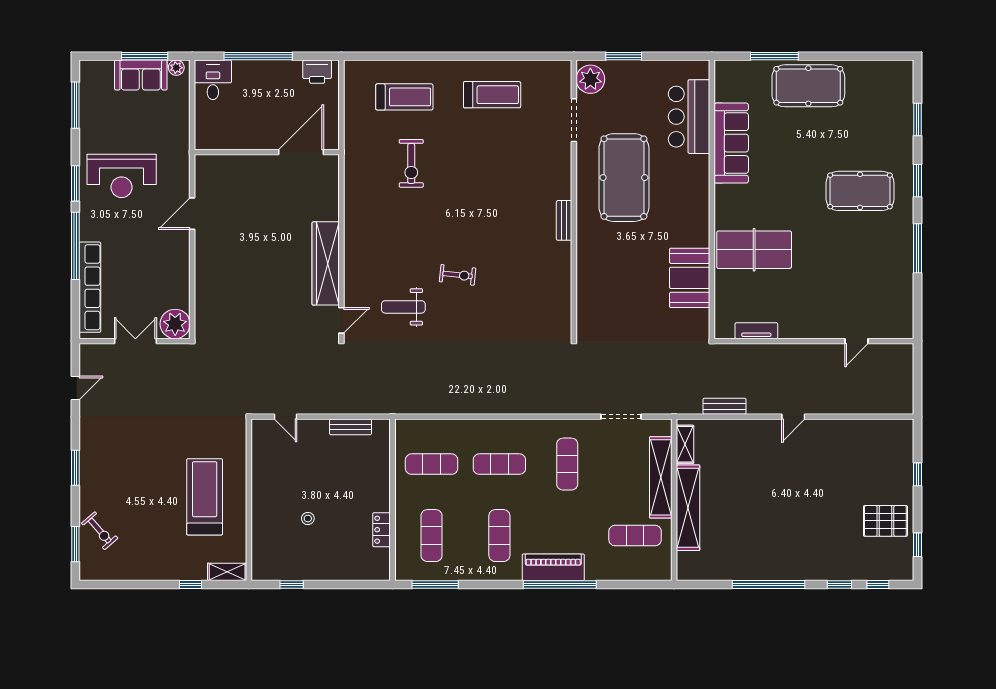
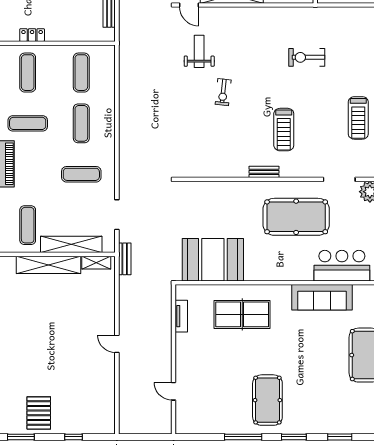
treadmill: (404, 97) -> (284, 130), moved
pool table: (860, 191) -> (267, 400), moved
table tennis table: (754, 250) -> (242, 314), turned 90
booth: (690, 278) -> (213, 260), width x1.36, depth x1.42
bench: (724, 406) -> (125, 259), moved
exercise mat: (432, 536) -> (28, 73), turned 90
window: (917, 545) -> (21, 437), width x1.50

